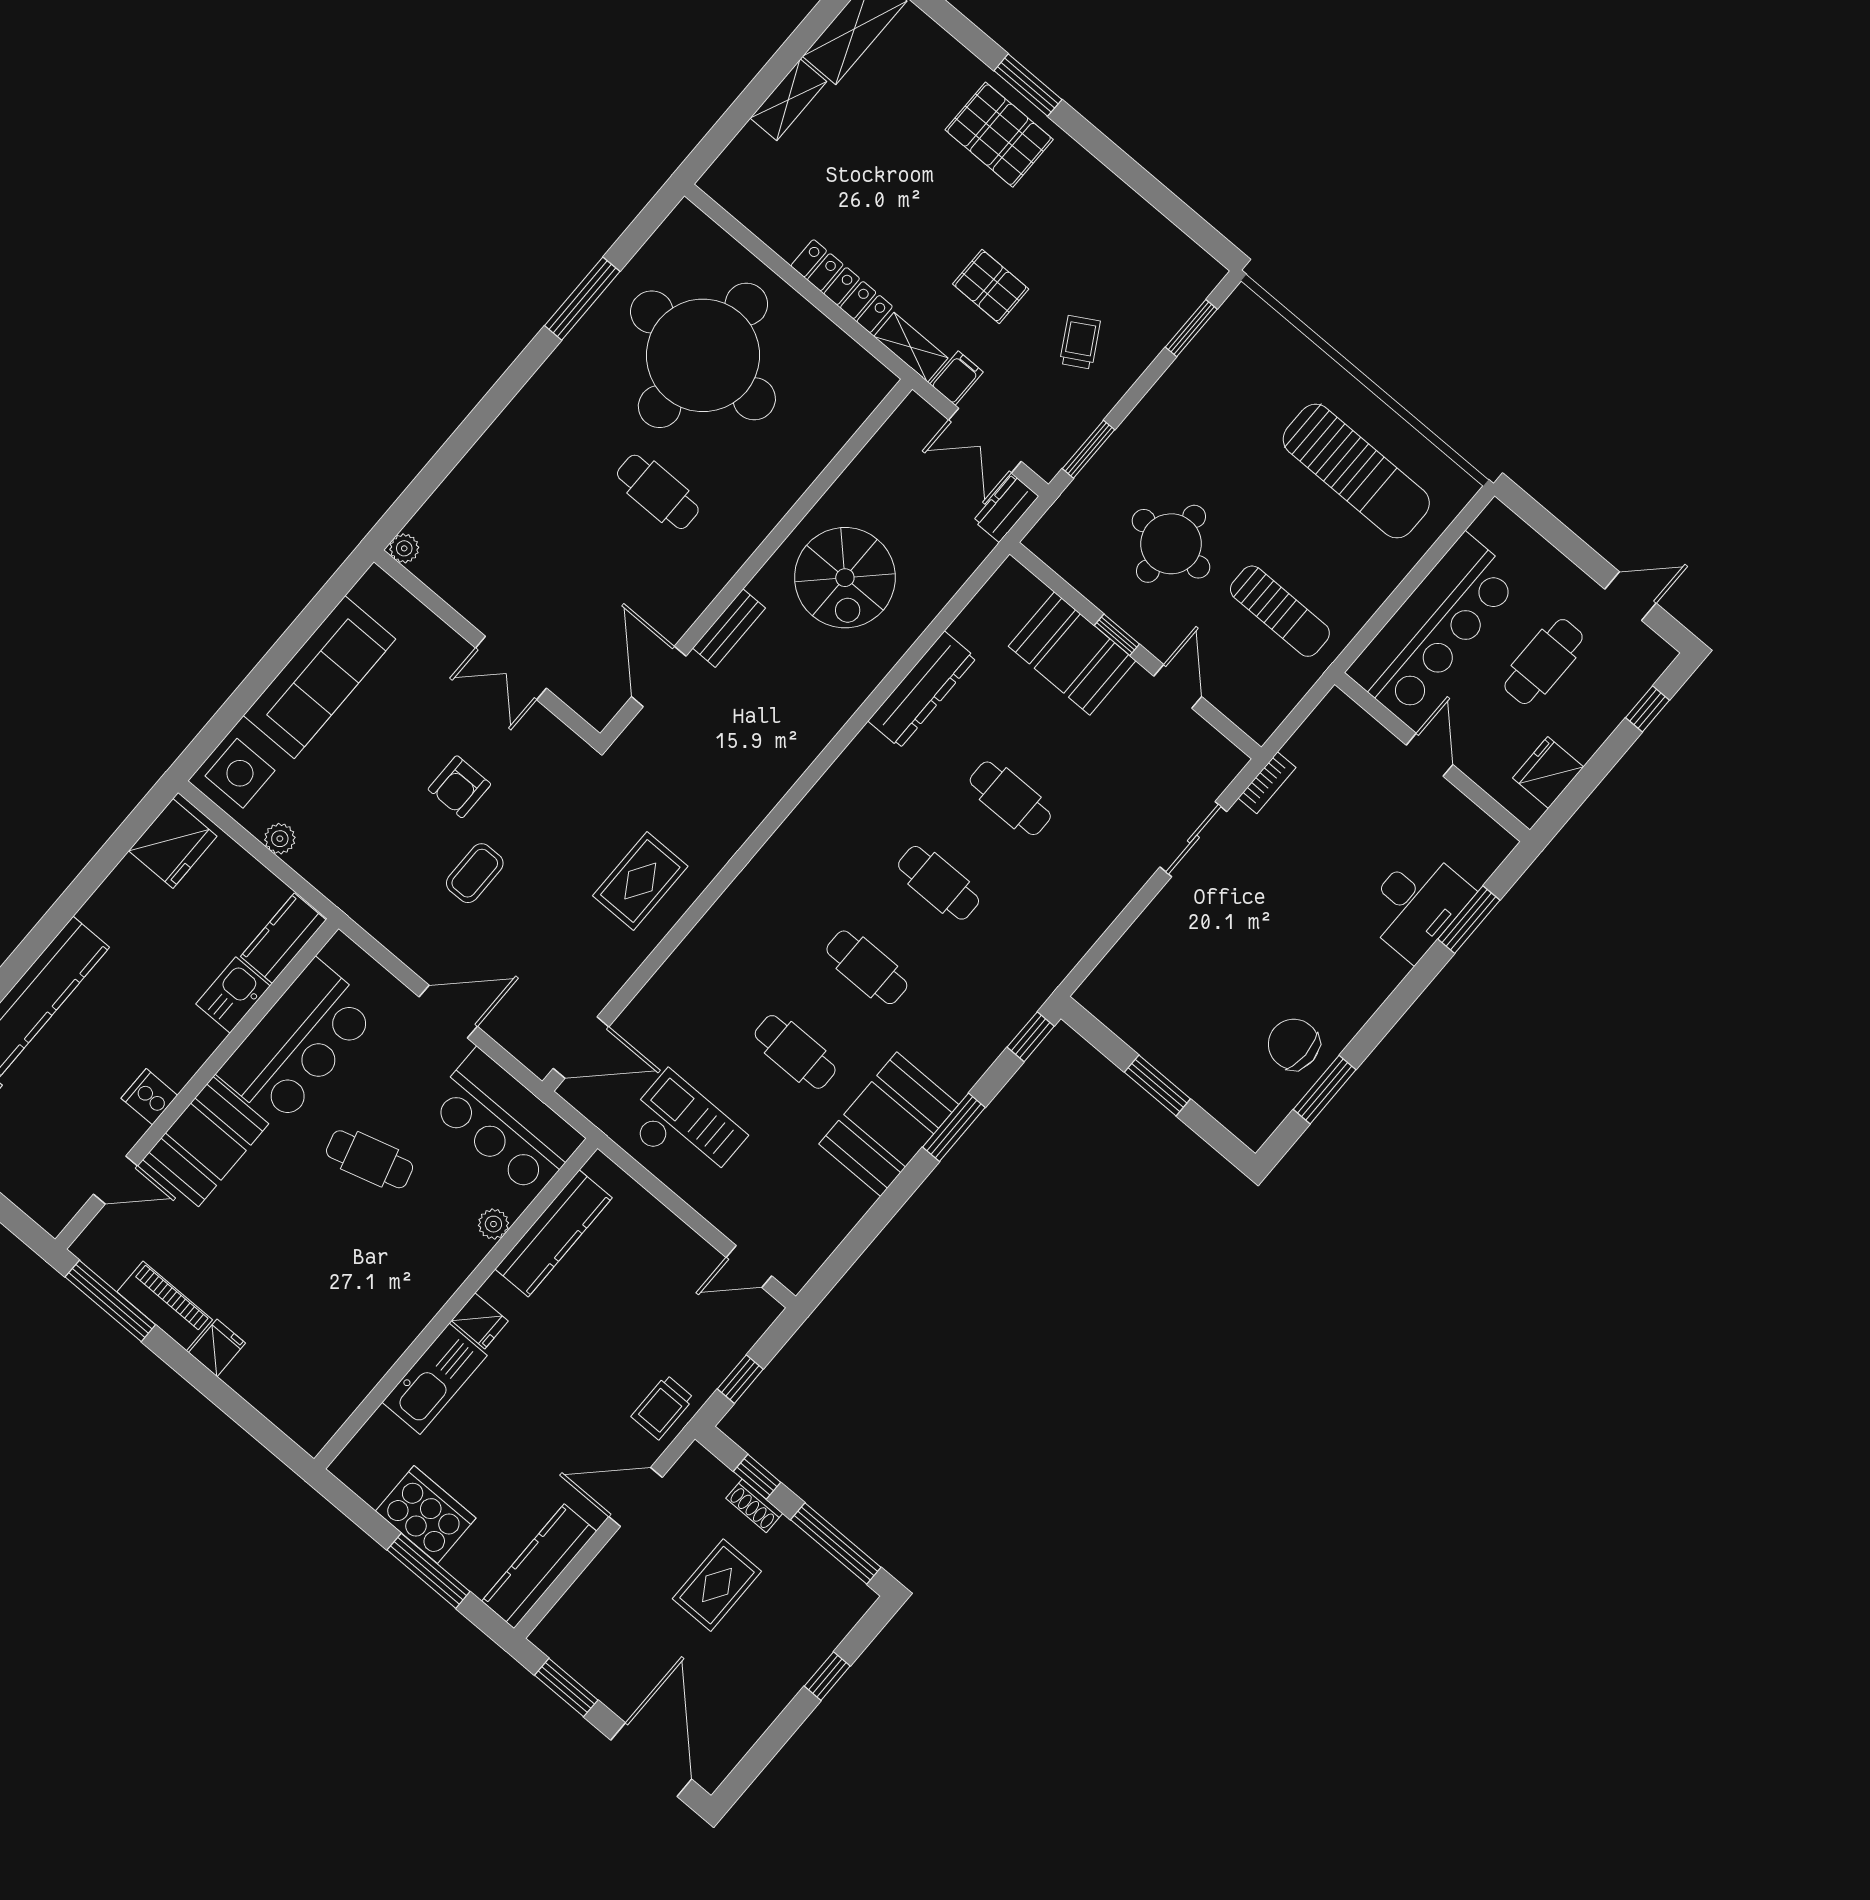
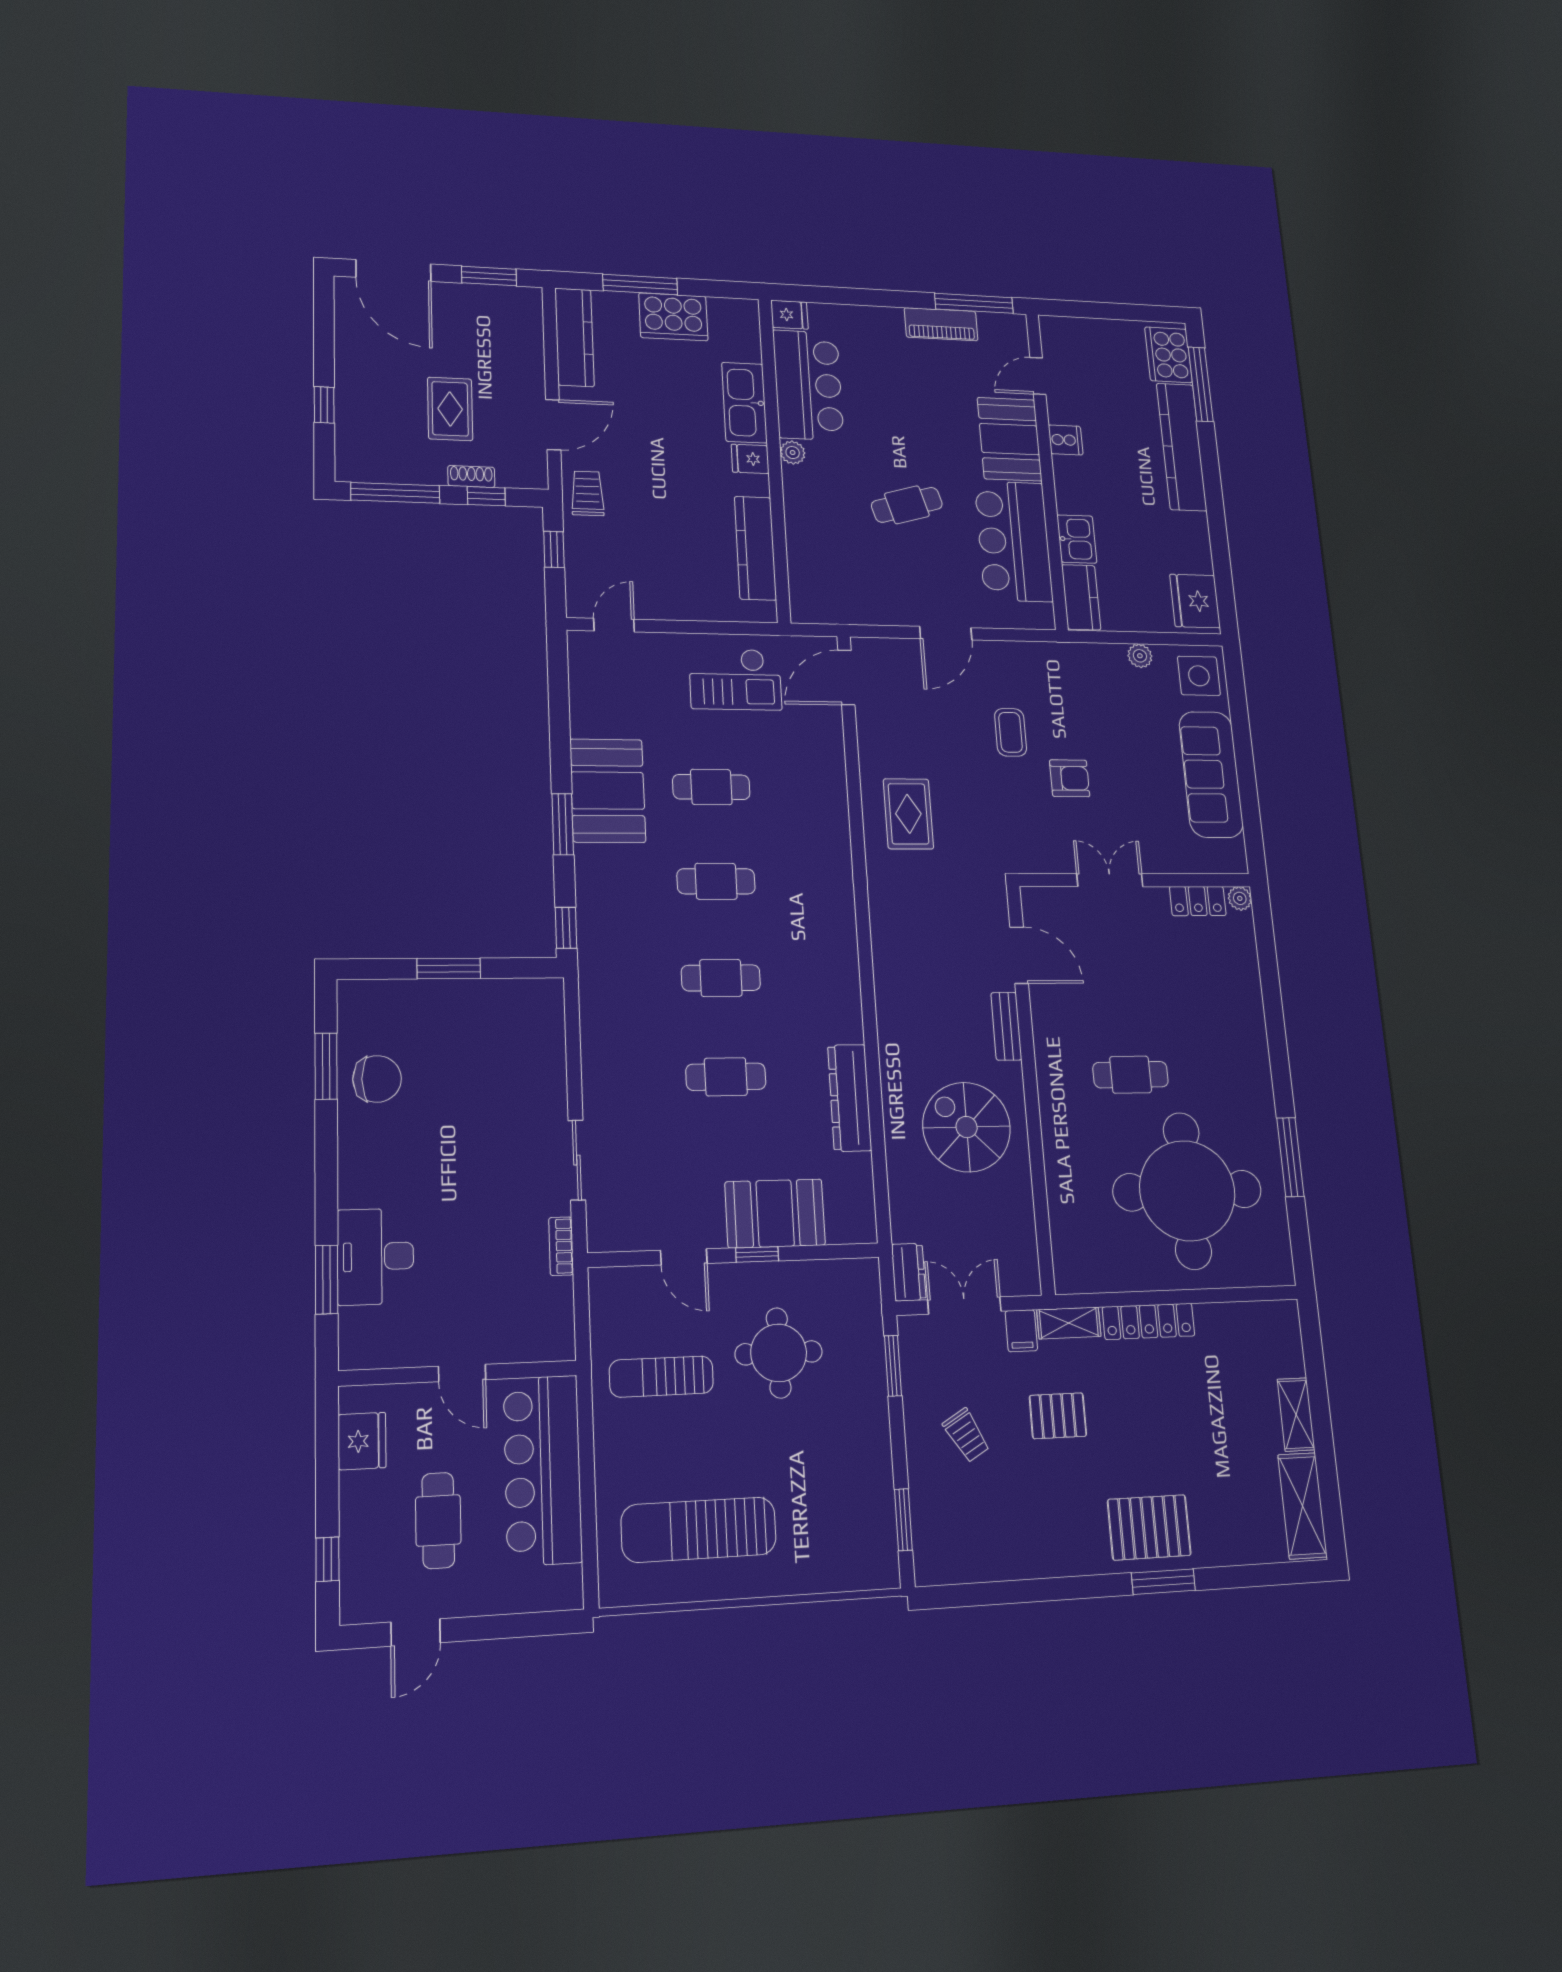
locker: (447, 580) -> (1198, 901), added
armchair: (459, 787) -> (1070, 778), turned 90
bar counter: (506, 1122) -> (808, 385), moved, turned 90
plant: (493, 1224) -> (793, 453), moved
fridge: (217, 1348) -> (789, 315), moved, turned -90

